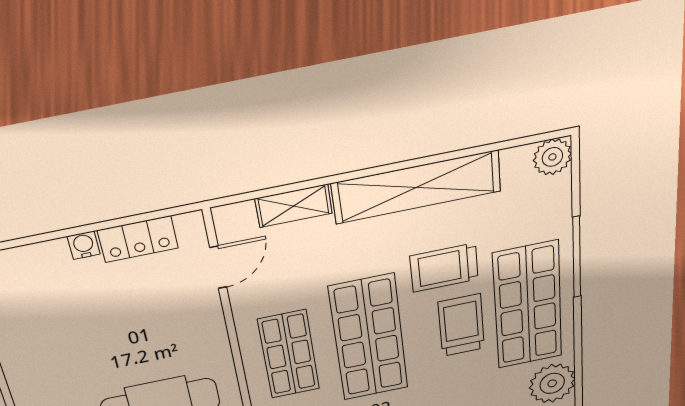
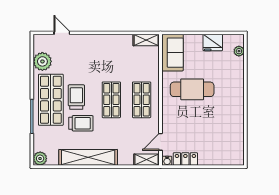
shelving: (294, 206) -> (147, 160), moved
water cooler: (84, 245) -> (167, 161), moved
trolley: (461, 325) -> (76, 97), turned 180
shop shelf: (369, 338) -> (111, 100), width x0.70, depth x0.74

